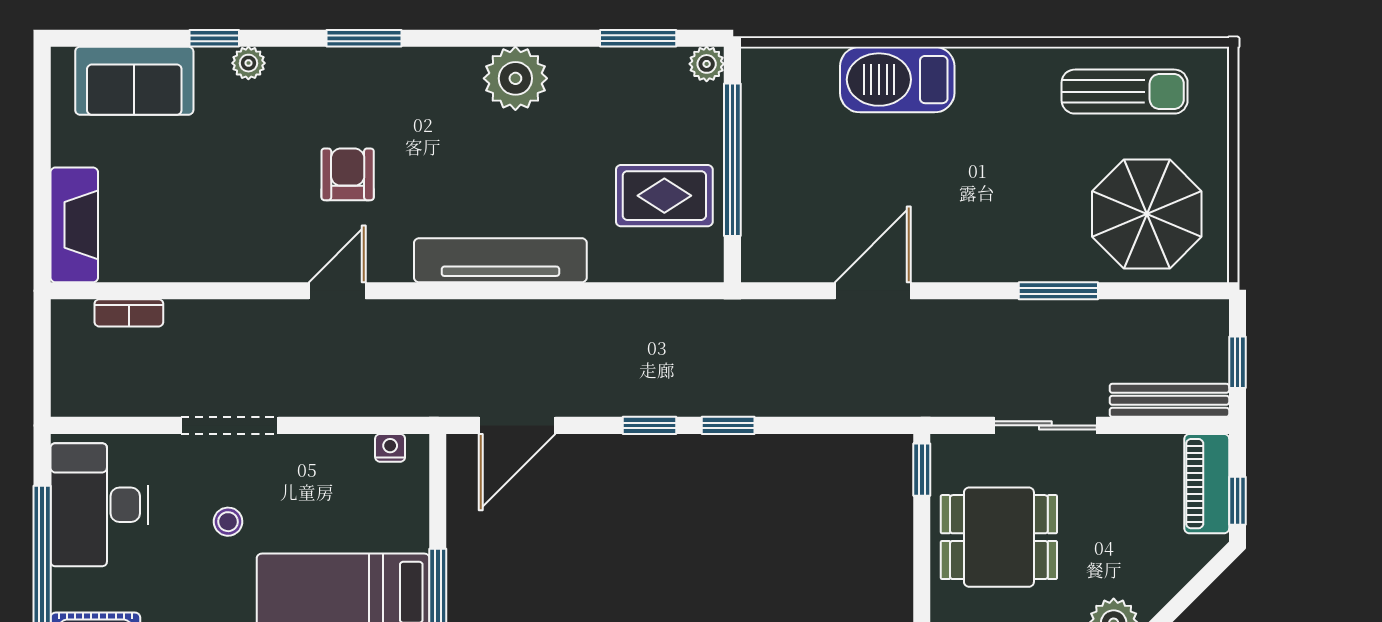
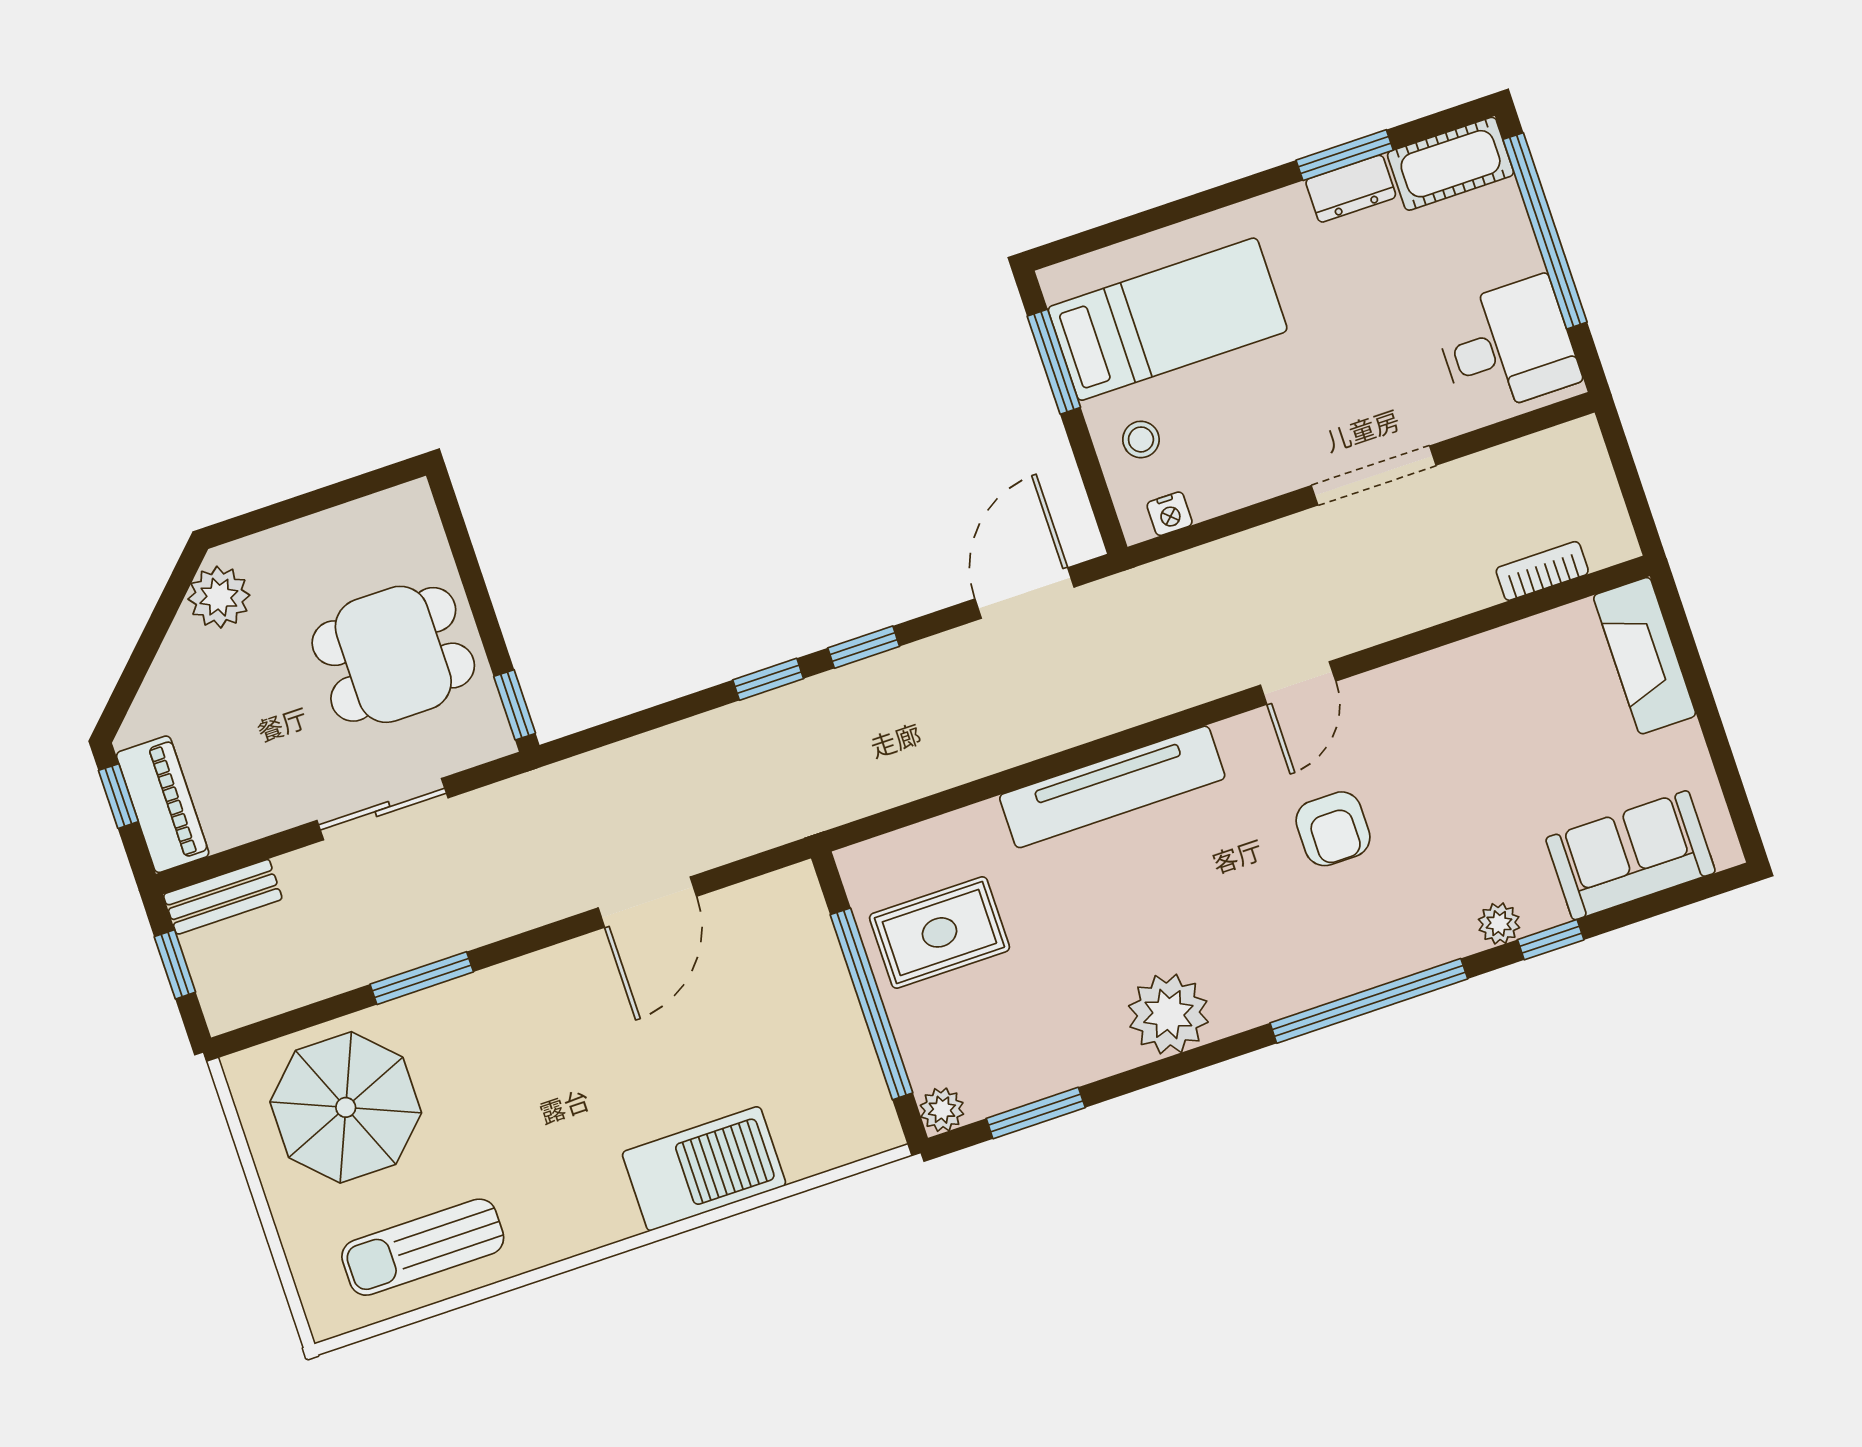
window: (364, 38) -> (1369, 1001), width x2.11
bench: (1169, 400) -> (223, 897), width x0.73
desk: (99, 505) -> (1507, 346), width x0.73
stool: (228, 522) -> (1141, 439), moved

